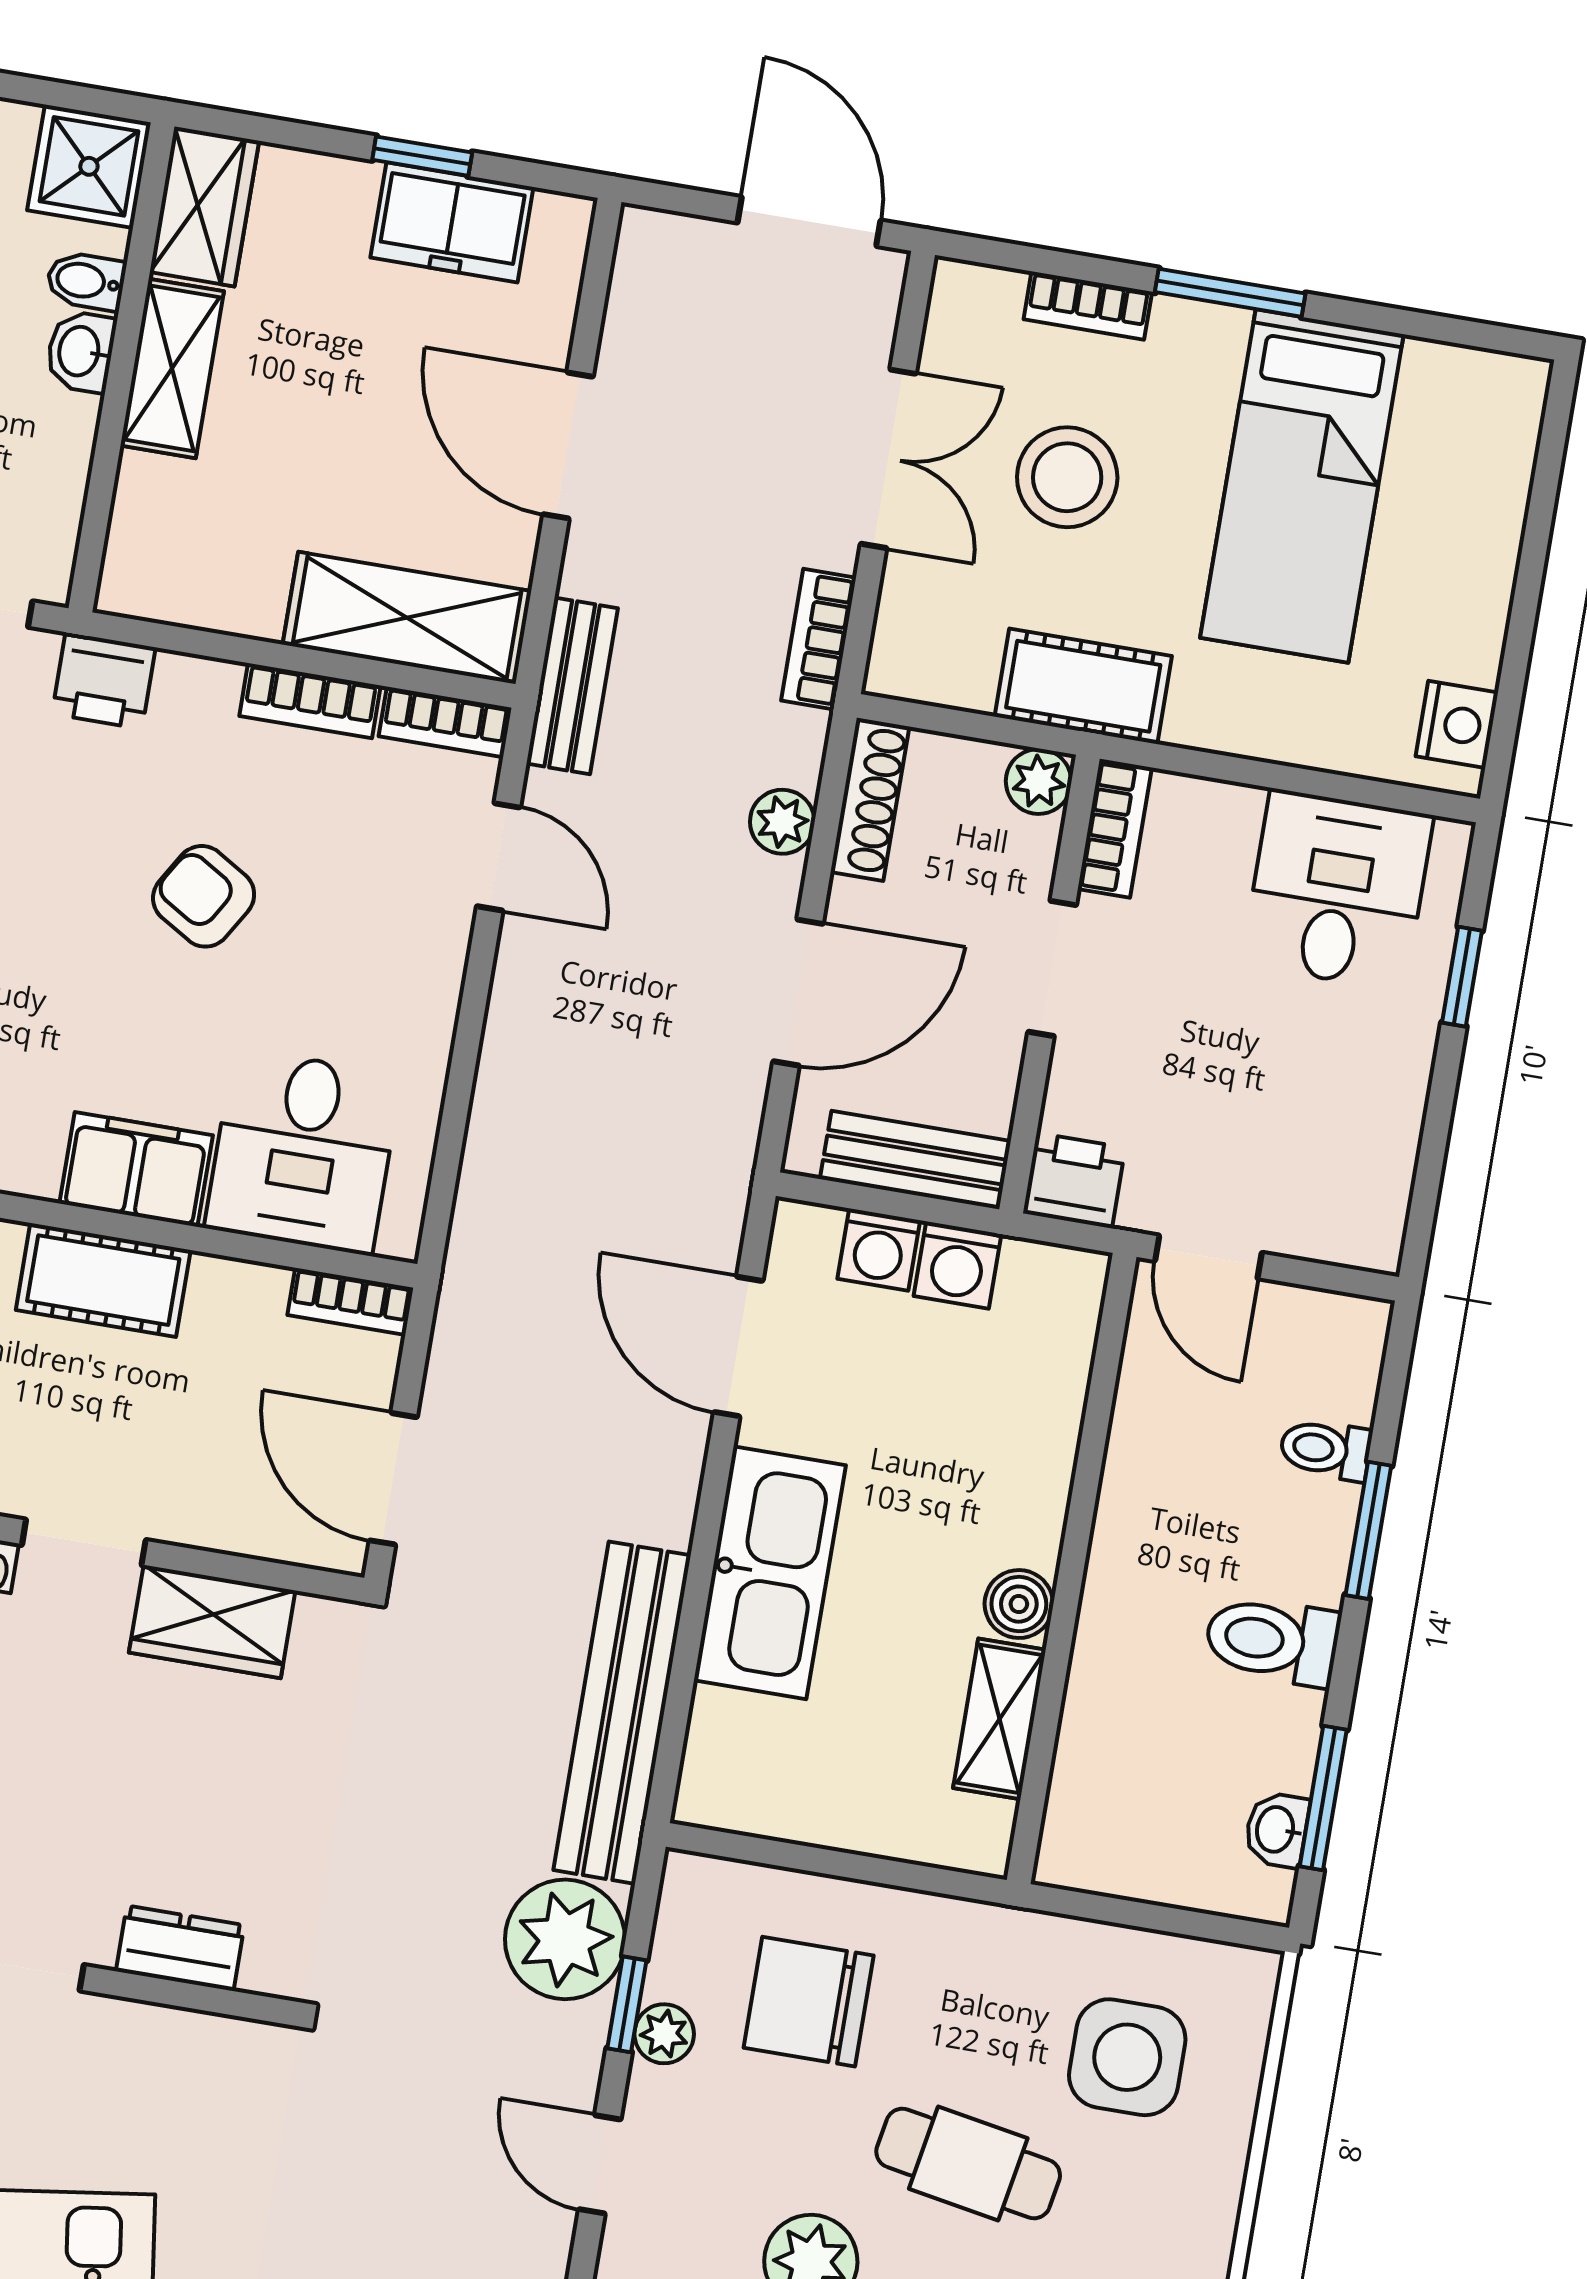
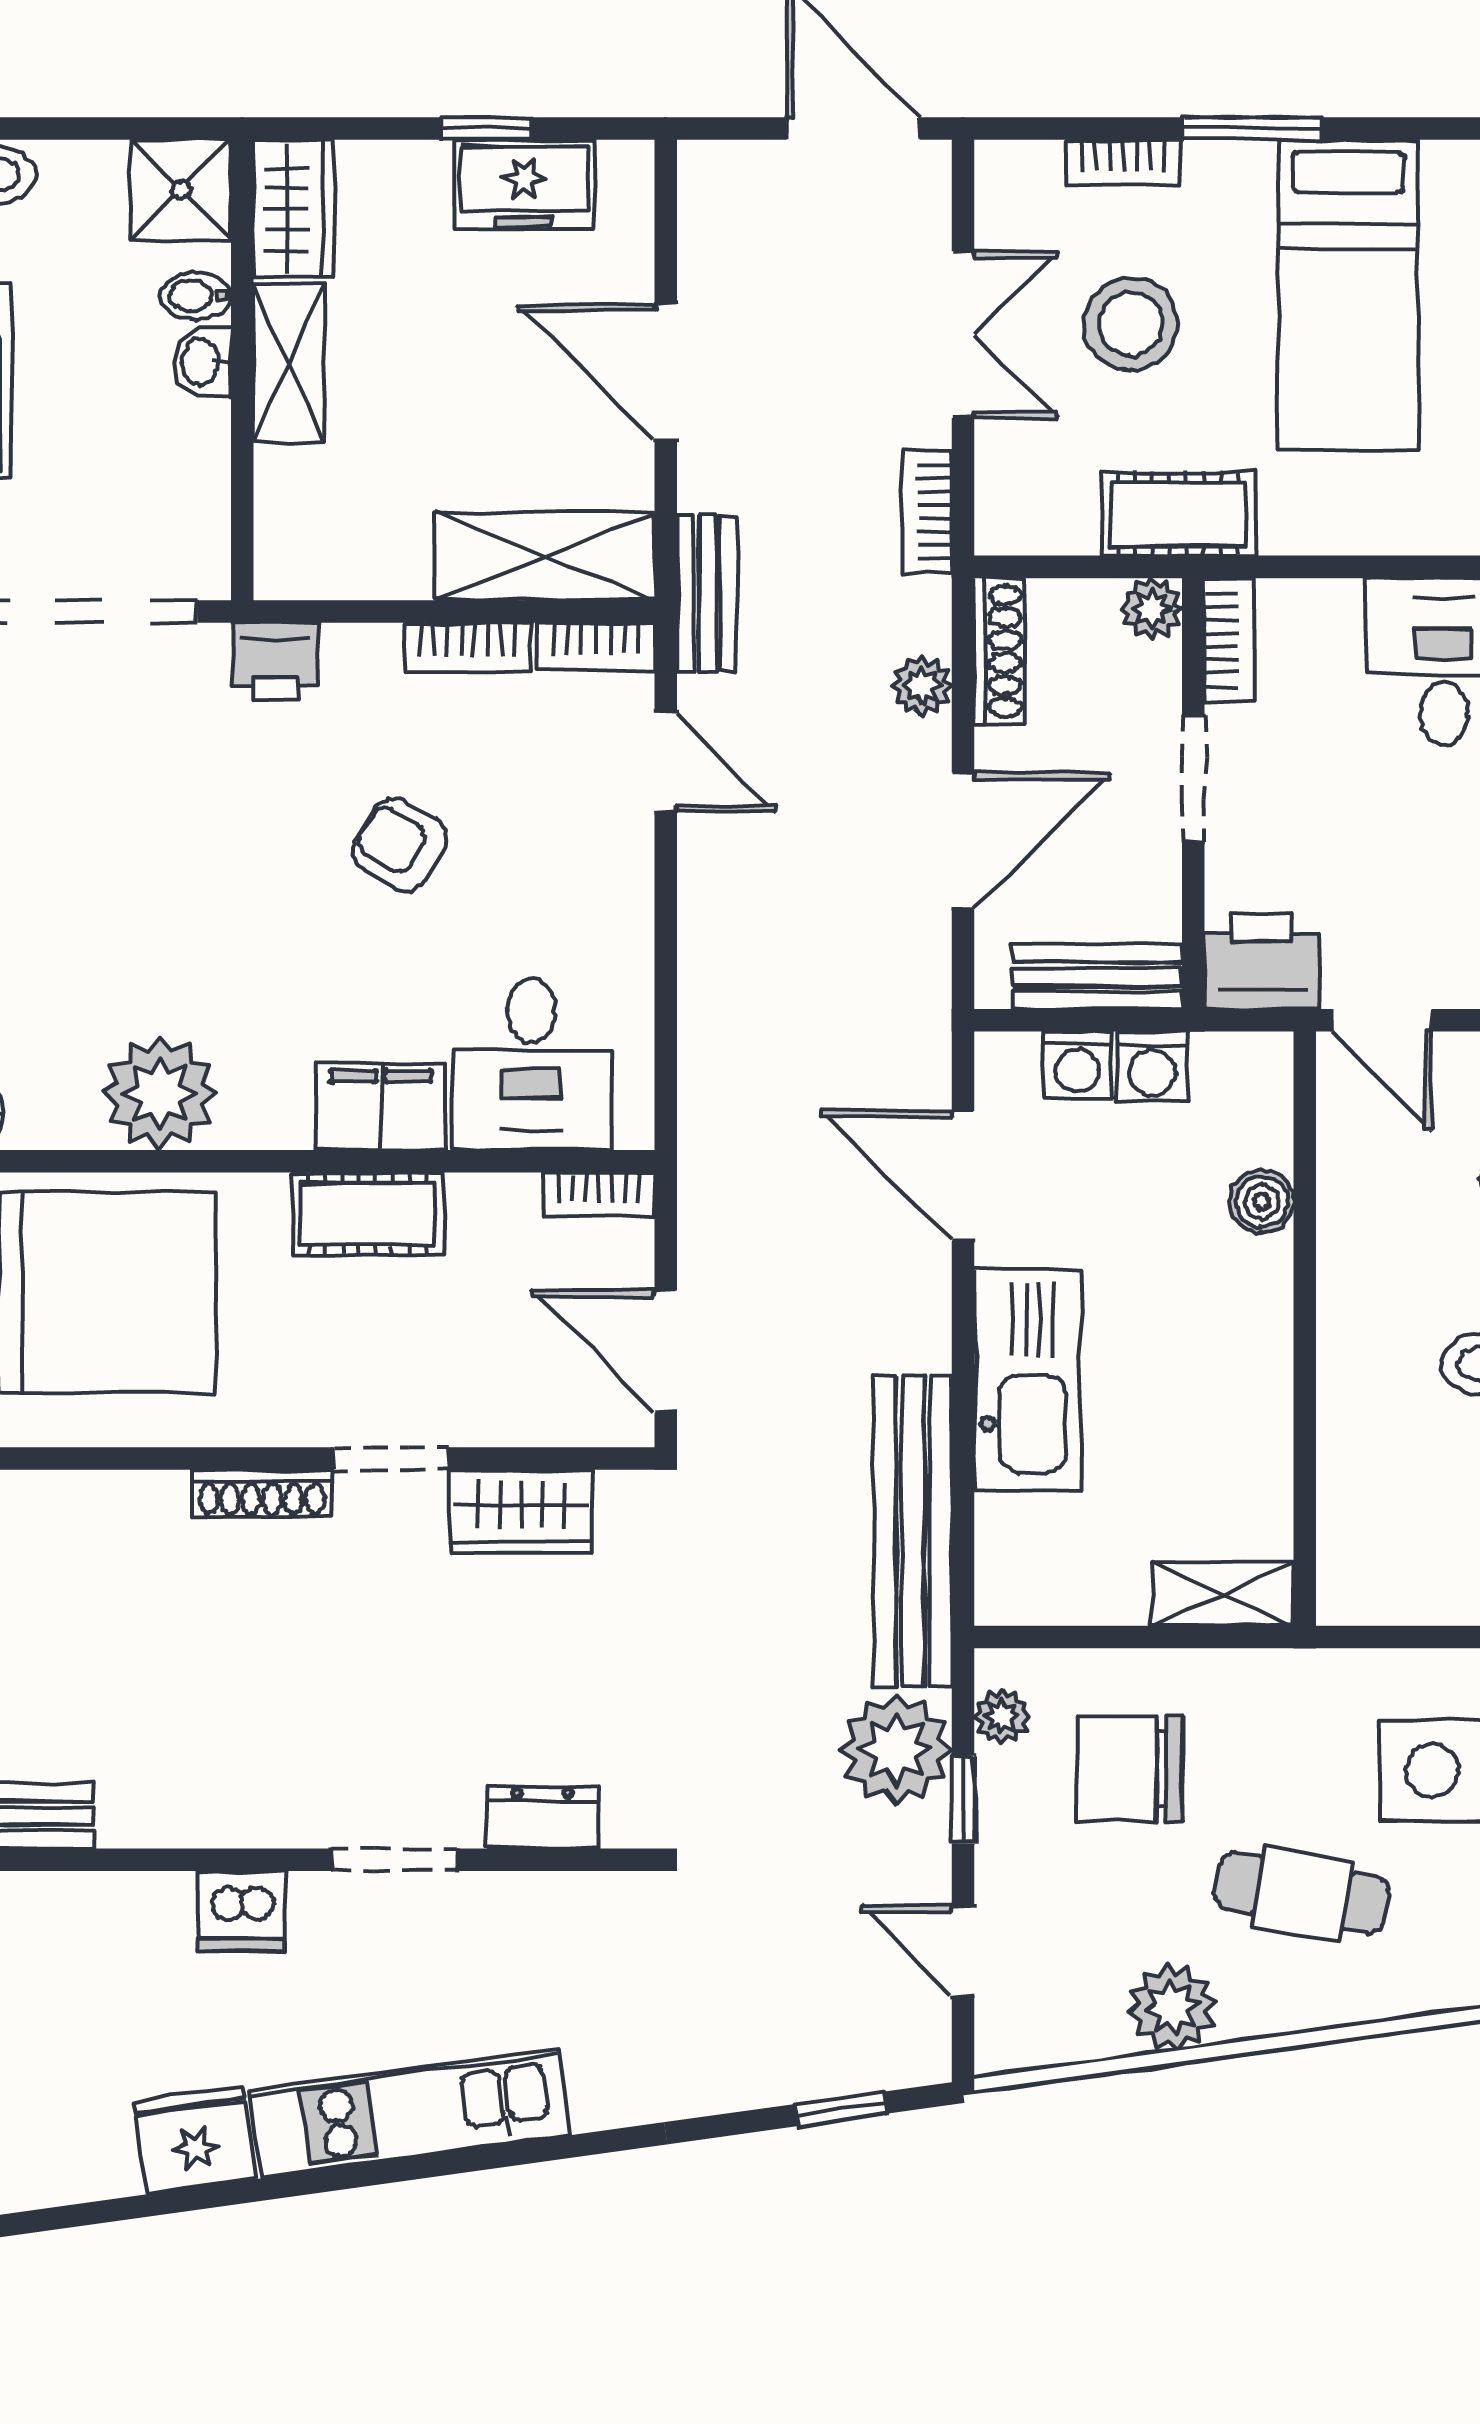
printer: (1074, 1180) -> (1262, 961), width x1.36, depth x1.24
boiler: (1019, 1604) -> (1262, 1201), moved
shelving: (999, 1719) -> (1223, 1594), moved, turned 90
plant: (664, 2034) -> (1002, 1716), moved

